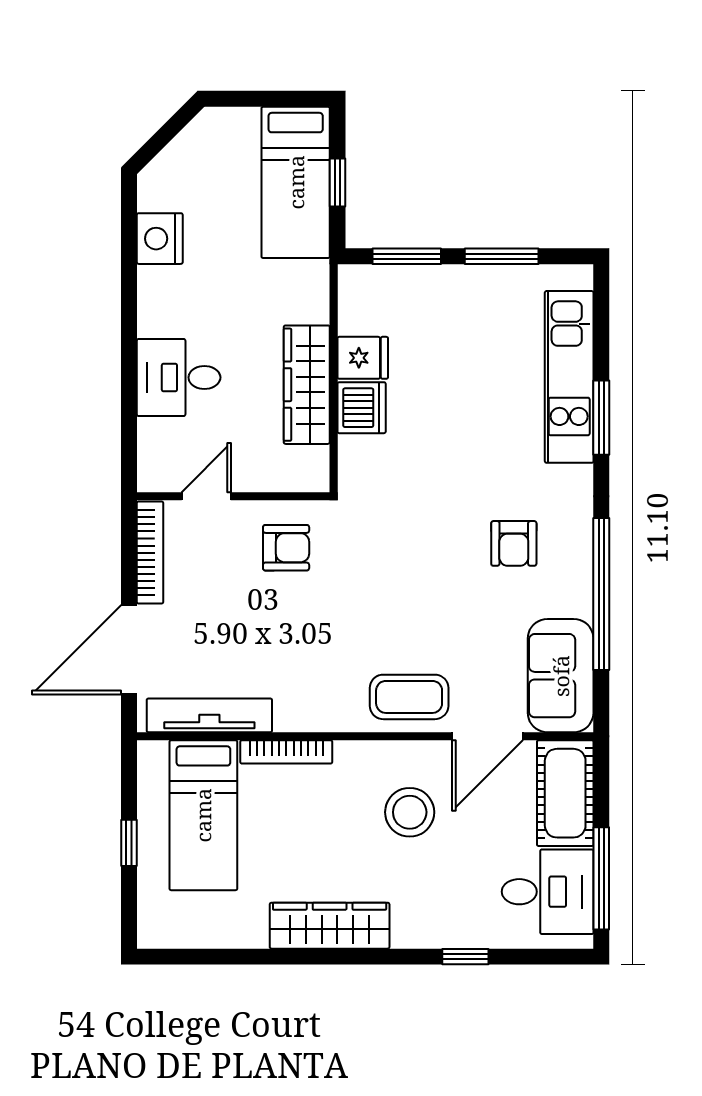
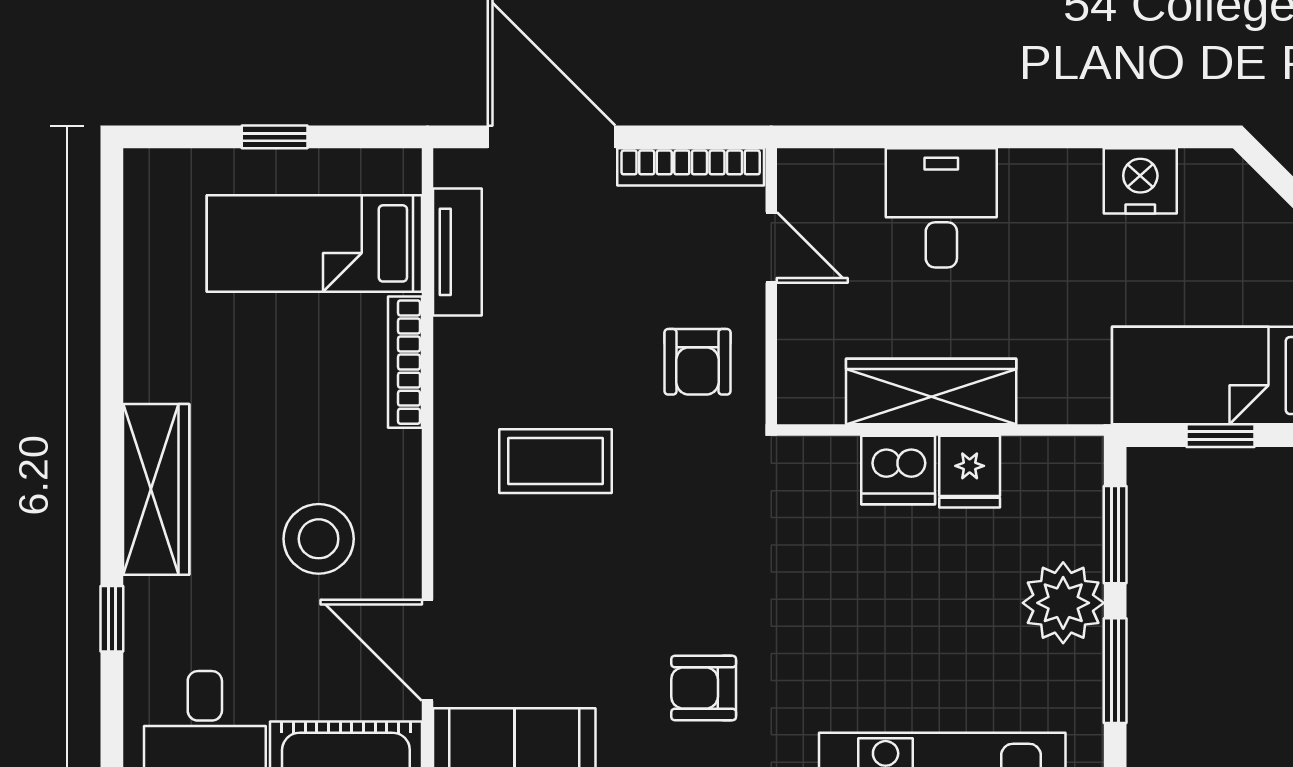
plant: (454, 292) -> (1063, 603), added
coffee table: (409, 697) -> (556, 461), moved, turned 90
tv unit: (209, 715) -> (457, 252), width x0.71
wardrobe: (330, 926) -> (156, 489), moved

